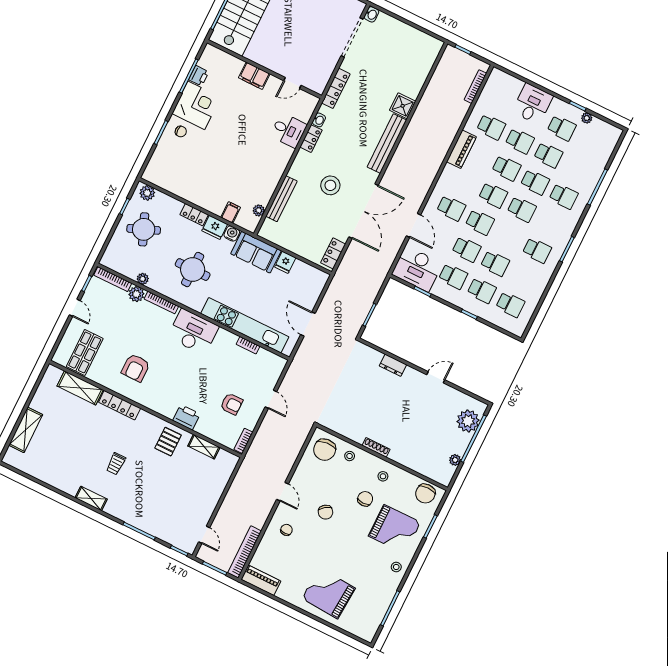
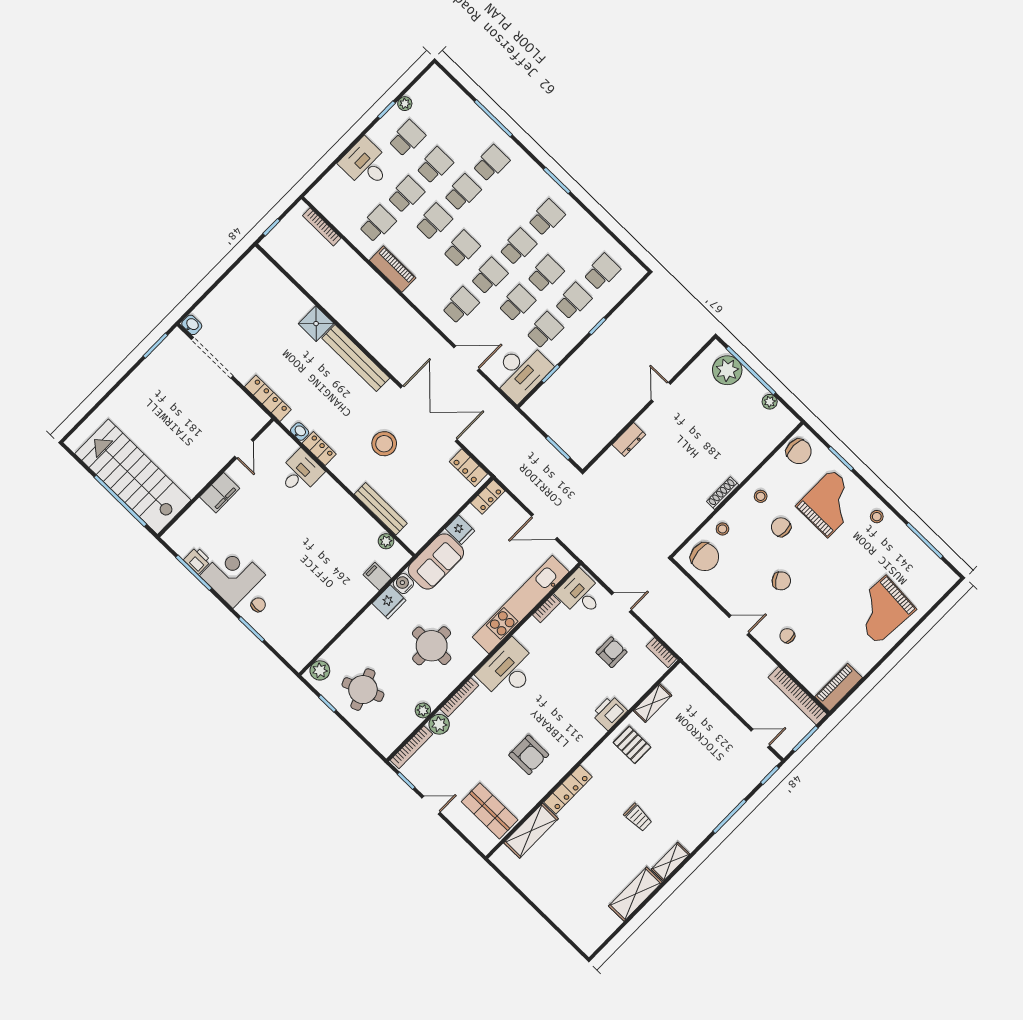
school desk: (522, 209) -> (518, 247), moved
locker: (194, 215) -> (488, 497), moved
desk: (267, 367) -> (580, 594), added
shelving: (26, 430) -> (635, 894), moved, turned 90

